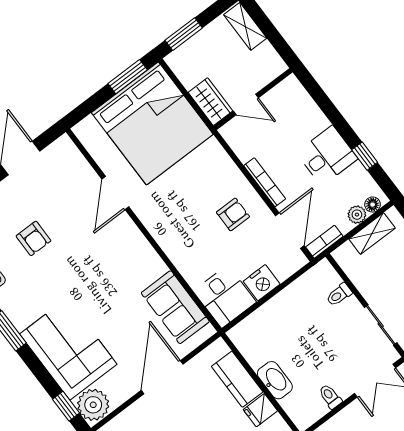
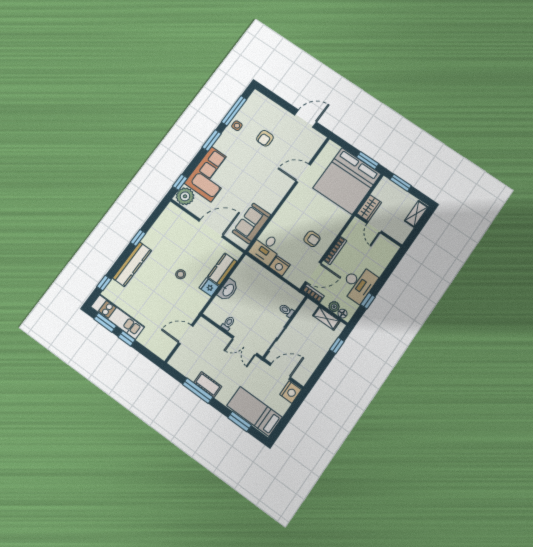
desk: (327, 156) -> (358, 284), width x1.37

